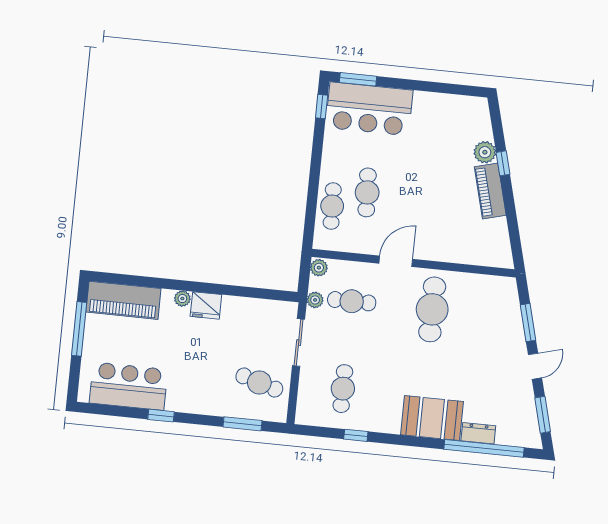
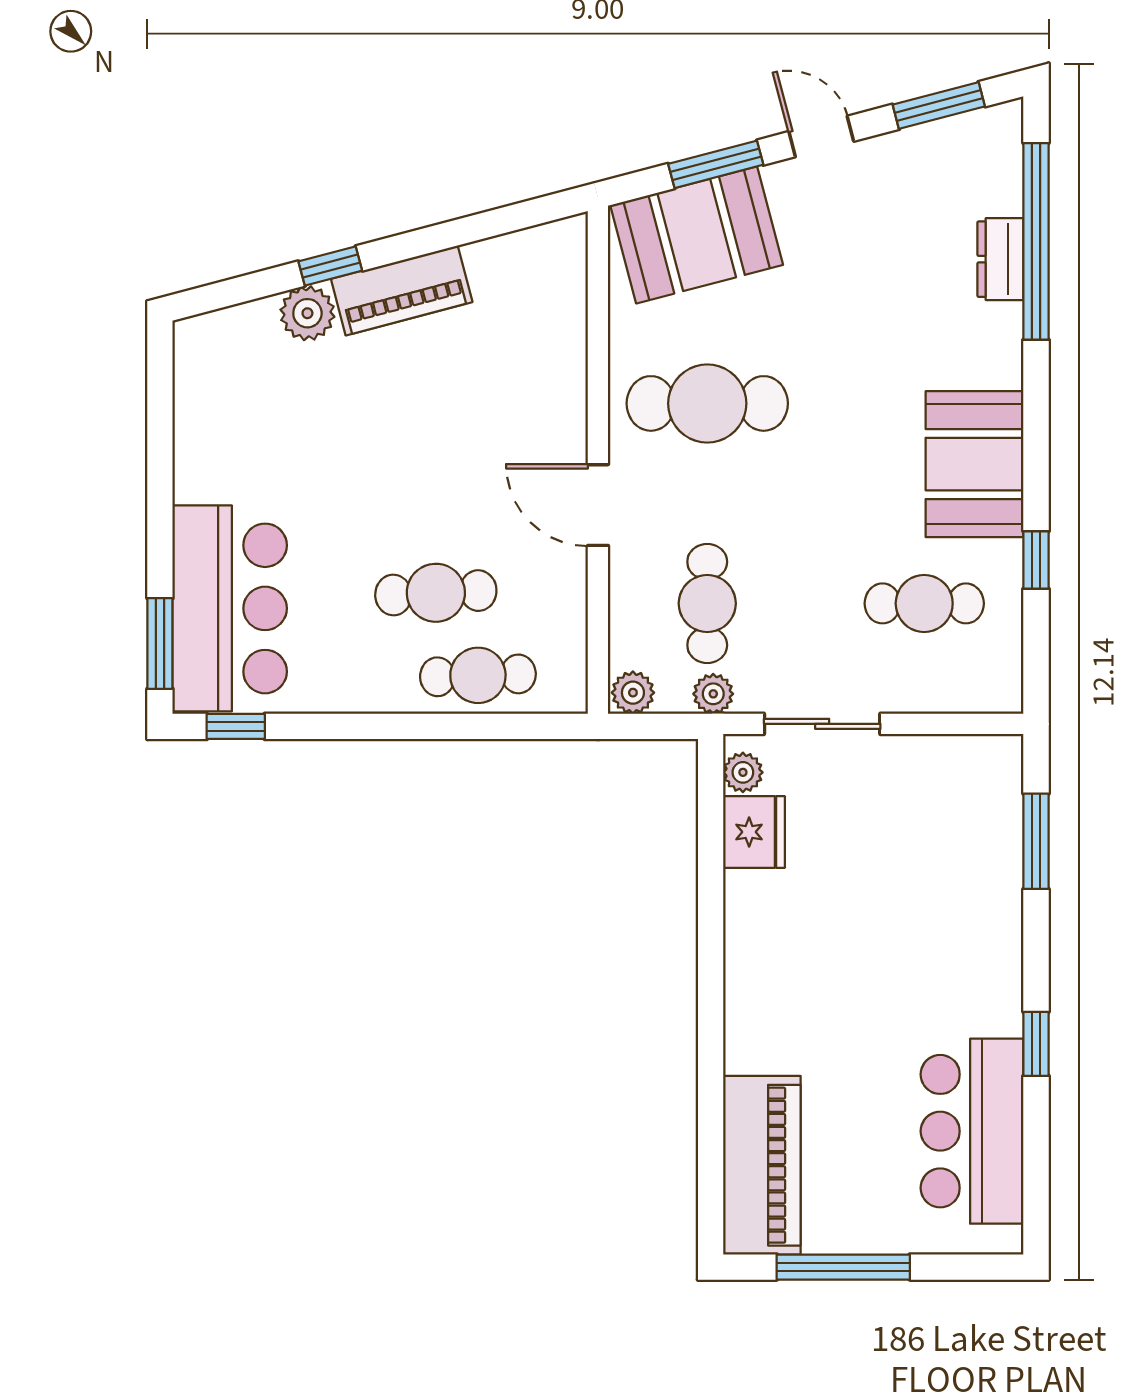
plant: (182, 299) -> (743, 772), moved
fridge: (206, 305) -> (754, 832), moved
booth: (500, 312) -> (697, 235), added
cafe table: (259, 383) -> (930, 810), removed
booth: (432, 418) -> (975, 464), moved

